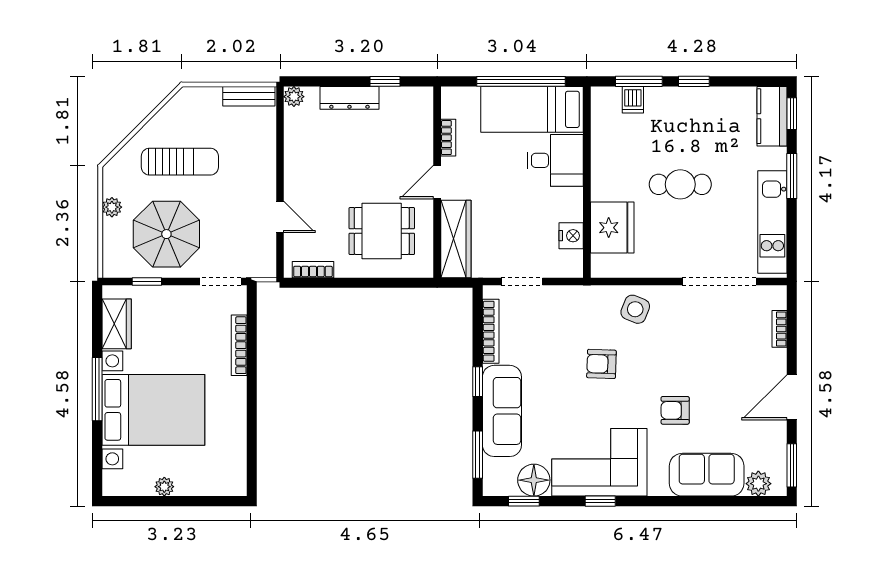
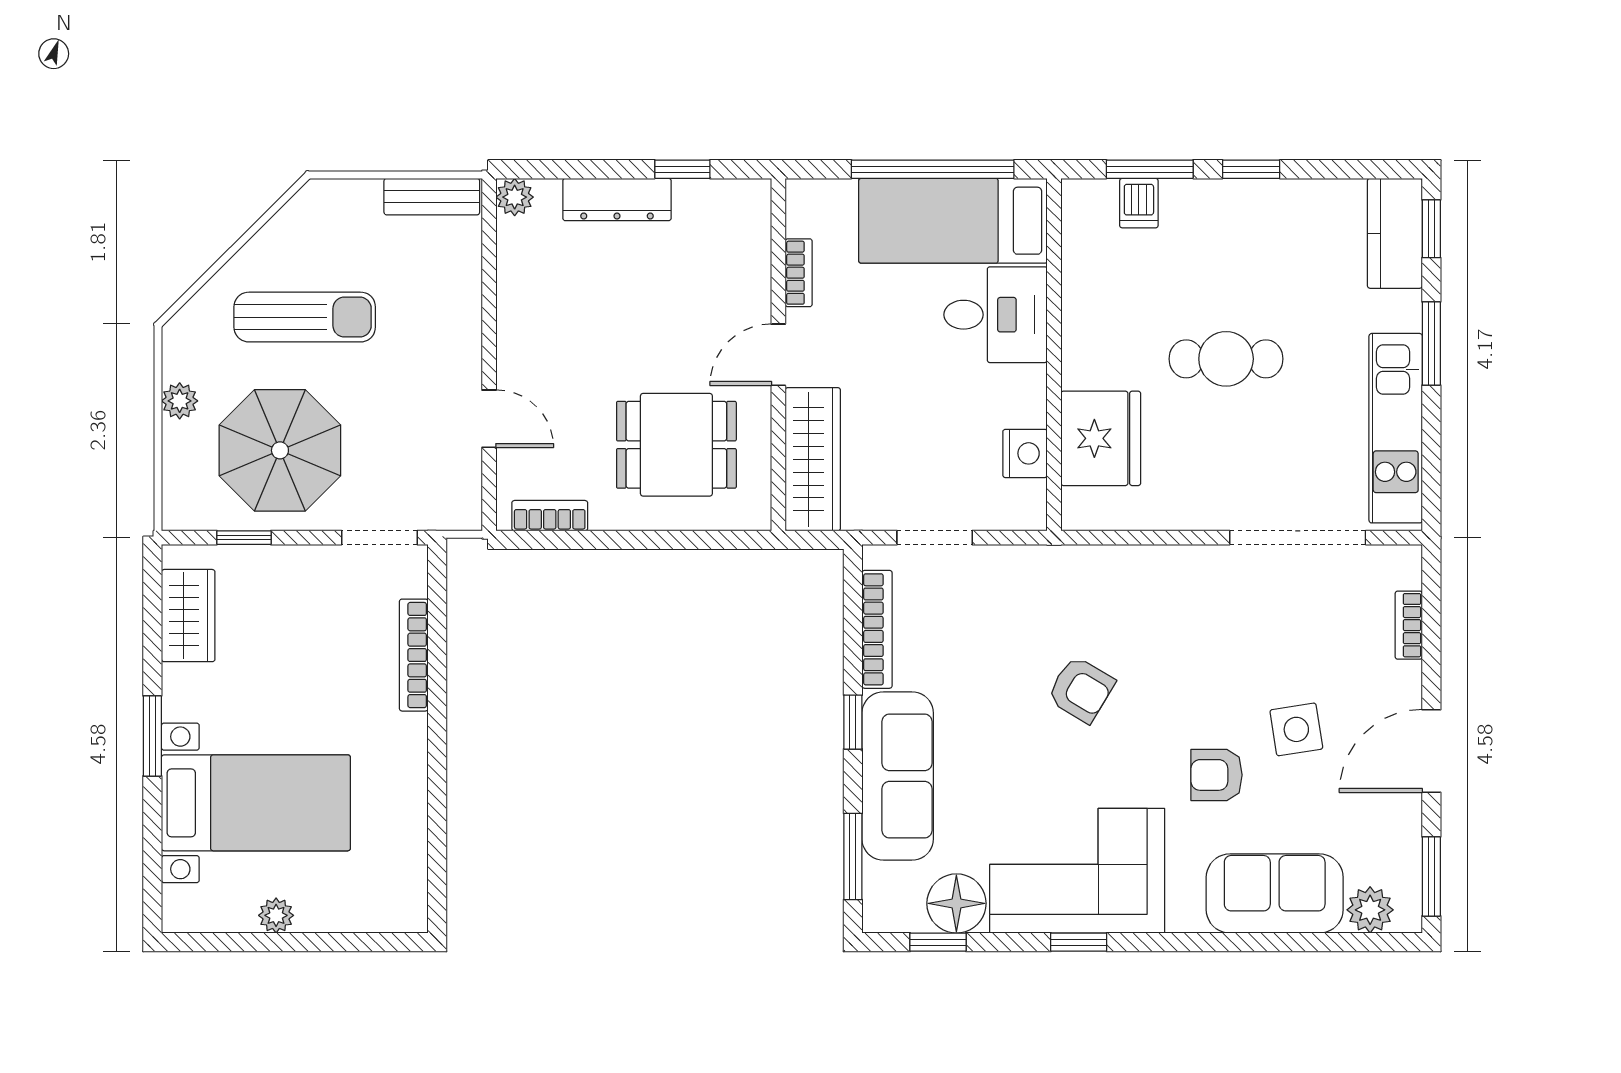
side table: (635, 309) -> (1296, 729), moved, turned -31
armchair: (601, 364) -> (1081, 689), turned -151
window: (97, 389) -> (152, 736), width x0.69
bed with nightstands: (153, 410) -> (256, 803), width x0.73

